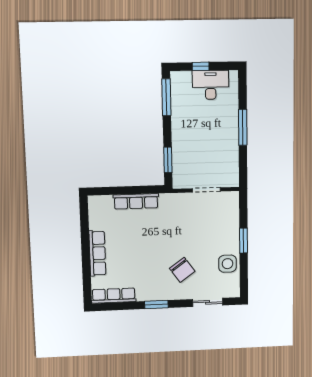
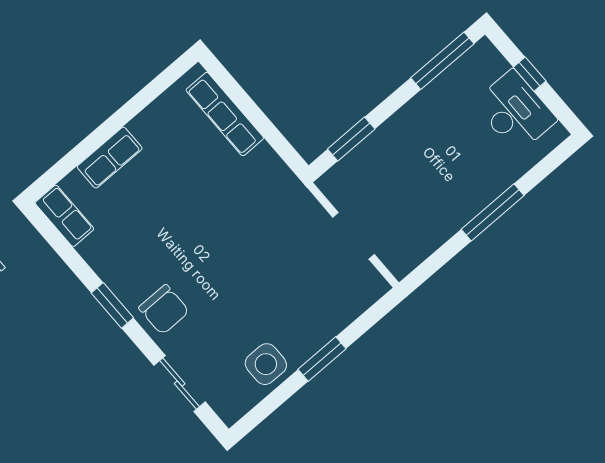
row of seats: (136, 201) -> (225, 114), moved
row of seats: (97, 253) -> (110, 158), width x0.68
chair: (182, 270) -> (164, 310), moved, turned -54
row of seats: (114, 296) -> (64, 216), width x0.68

